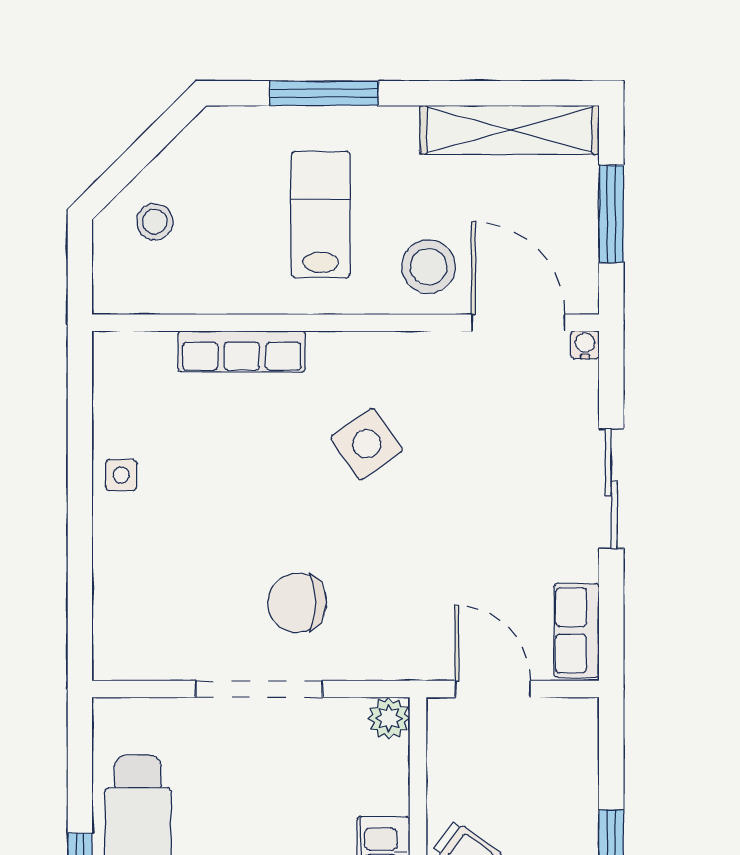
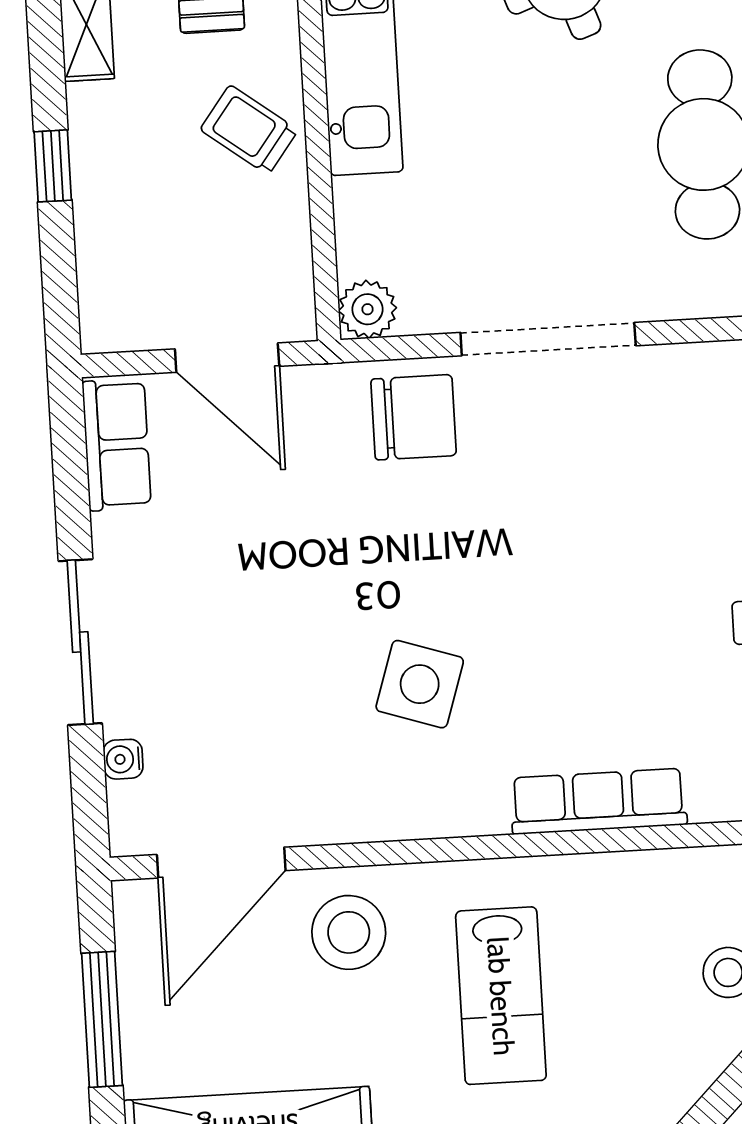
door: (518, 323) -> (221, 863), hinge flipped
water cooler: (585, 345) -> (123, 759), moved, turned 90
side table: (367, 444) -> (420, 684), turned -37
chair: (297, 603) -> (414, 417), moved

